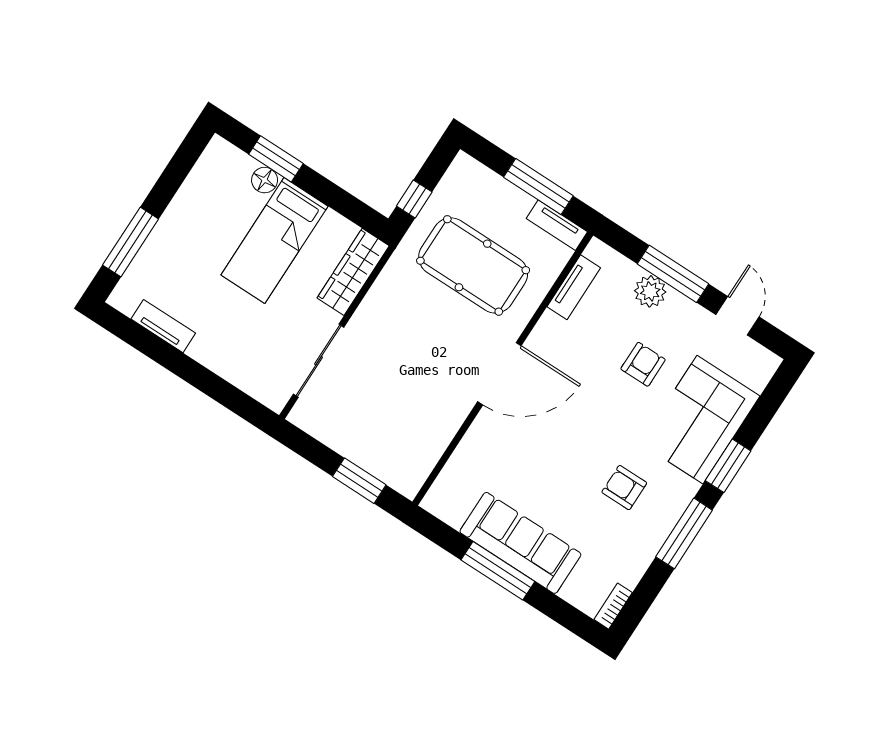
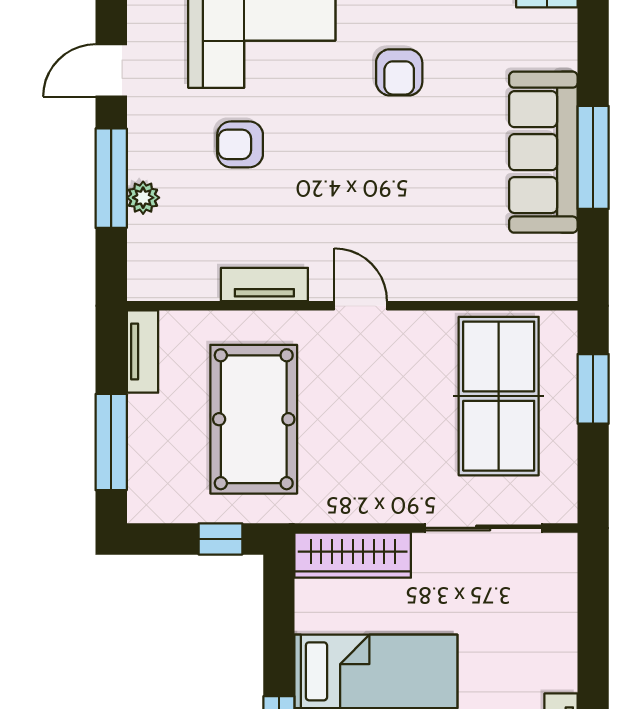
window: (538, 186) -> (111, 442), moved
tv unit: (574, 287) -> (264, 284), moved
plant: (650, 291) -> (143, 198), width x0.73, depth x0.73
door: (499, 374) -> (361, 306), width x0.53
table tennis table: (392, 421) -> (499, 396), added

